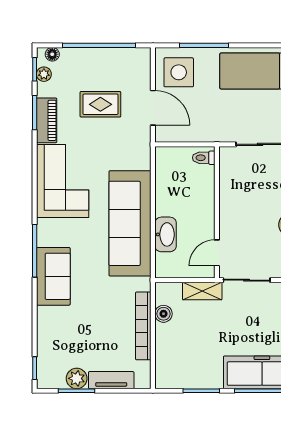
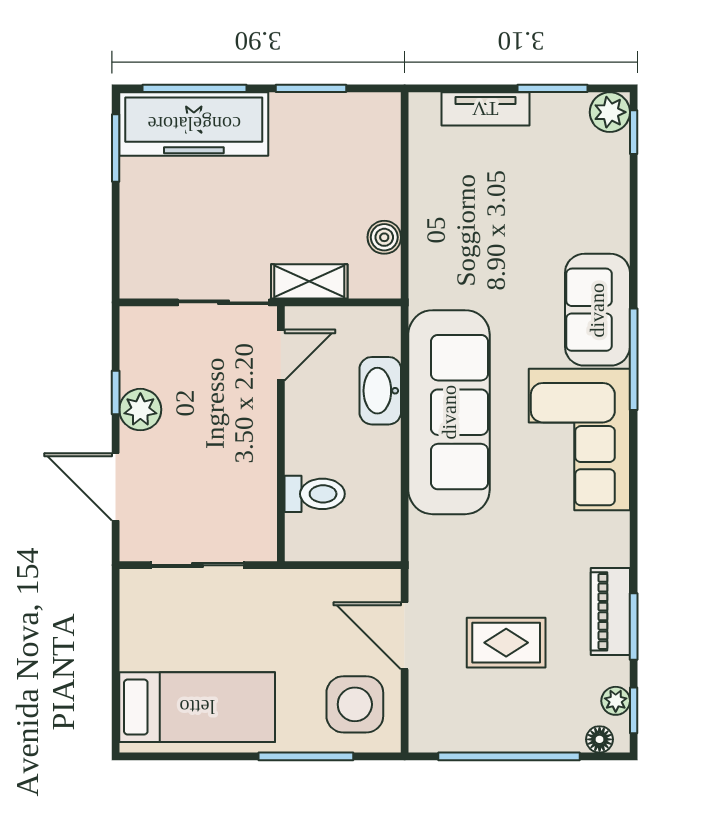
toilet: (204, 158) -> (315, 494), moved, width x1.37, depth x1.39
corner sofa: (63, 181) -> (579, 440), moved
bookcase: (143, 326) -> (423, 214), removed
plant: (77, 378) -> (610, 112), moved

